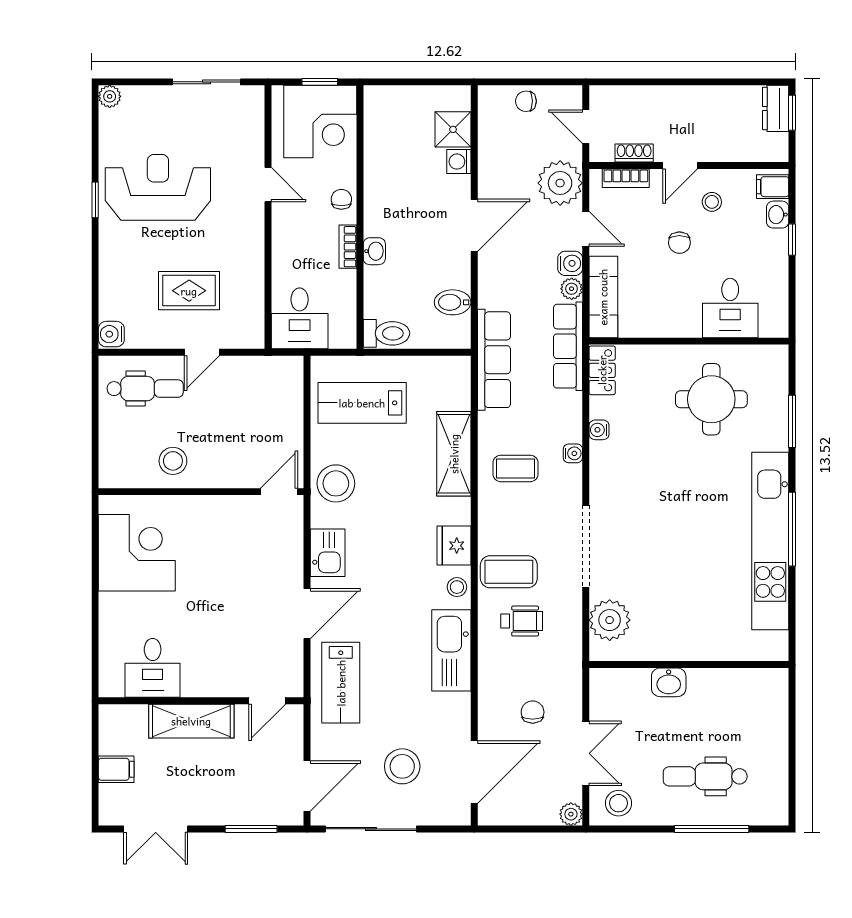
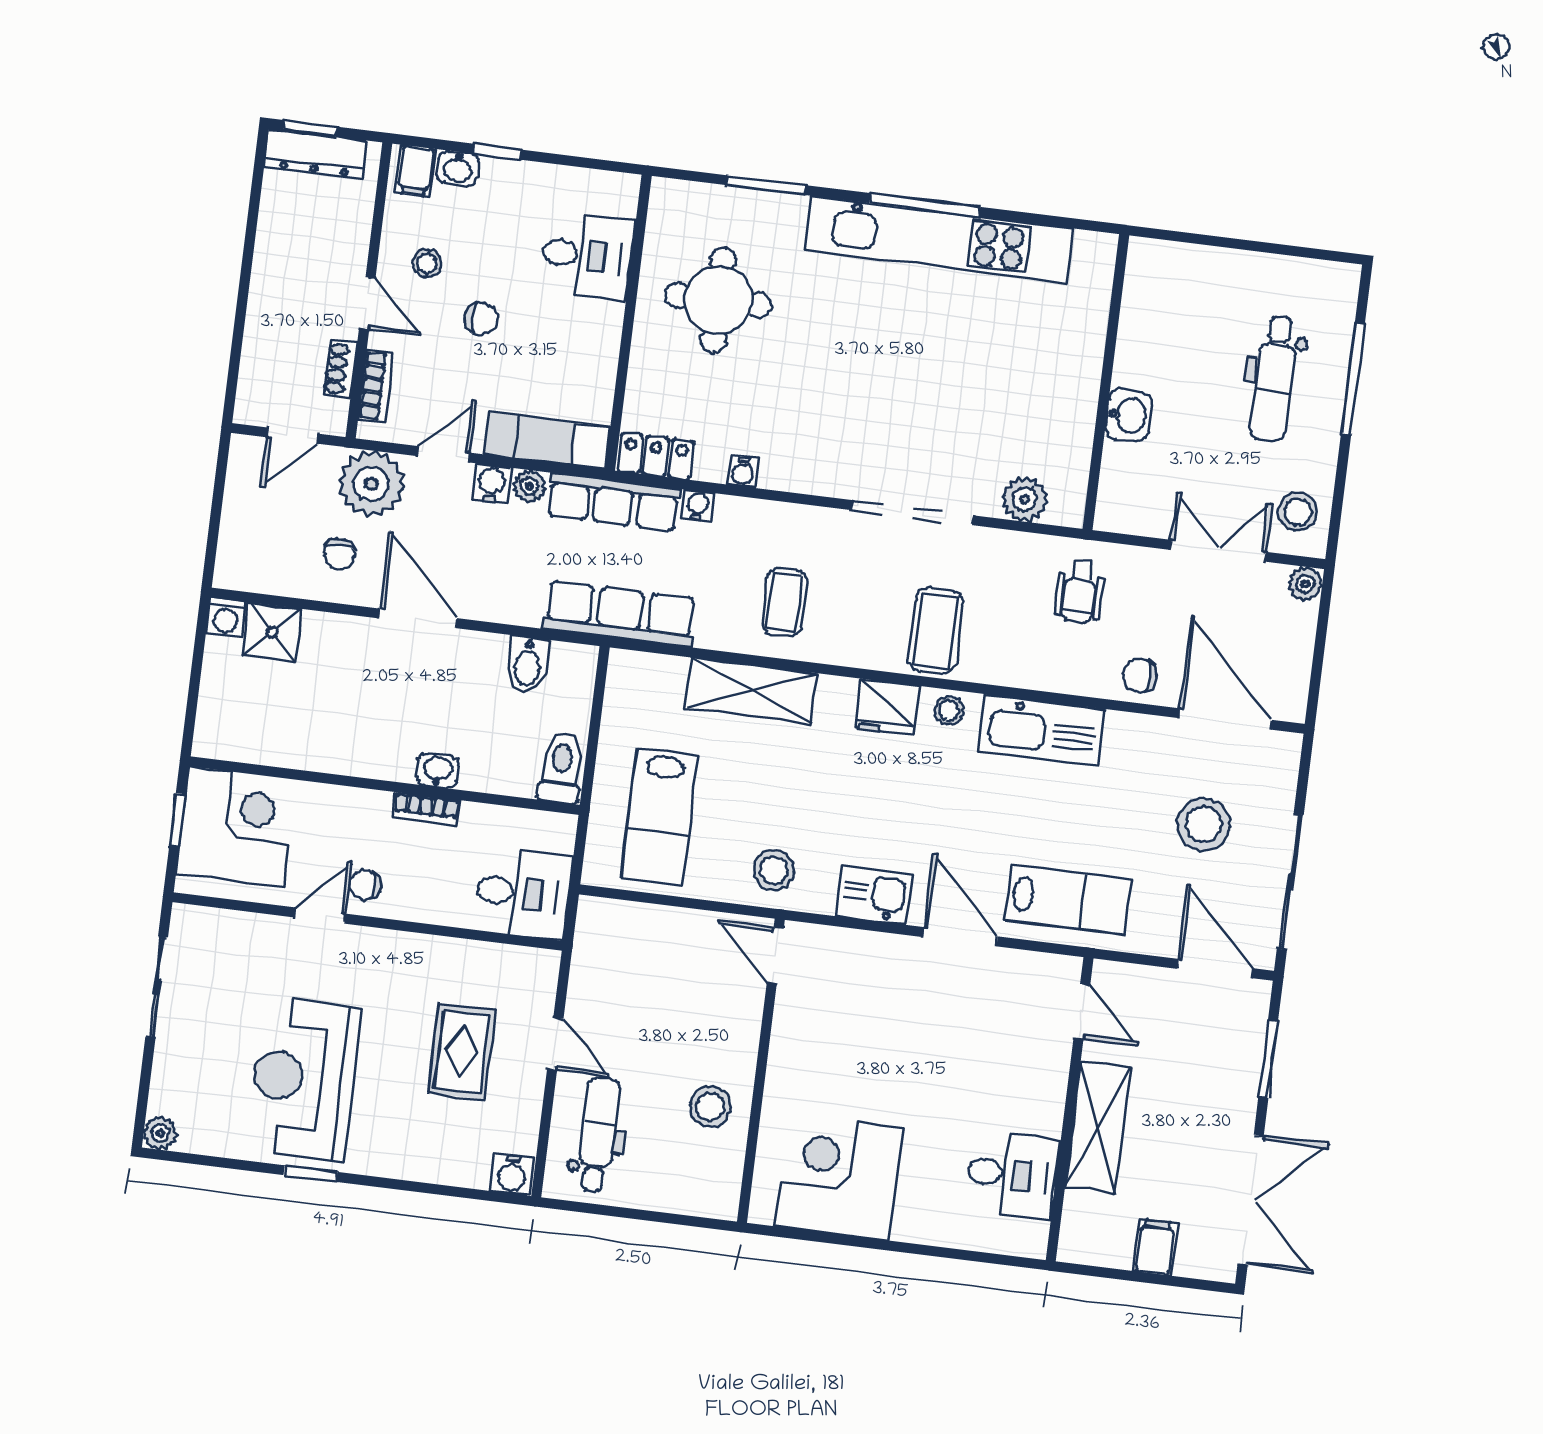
chair: (526, 101) -> (339, 554), moved
dresser: (776, 108) -> (316, 154), width x1.44
washing machine: (459, 162) -> (226, 618), moved
chair: (341, 199) -> (365, 885), moved
water cooler: (573, 453) -> (697, 505), moved
stool: (336, 483) -> (774, 870), width x0.73, depth x0.73
plant: (610, 620) -> (1025, 499), width x0.73, depth x0.73
wheelchair: (522, 621) -> (1080, 591), moved, turned 180
chair: (533, 712) -> (1140, 675), moved
double door: (156, 829) -> (1251, 1200), width x1.37

